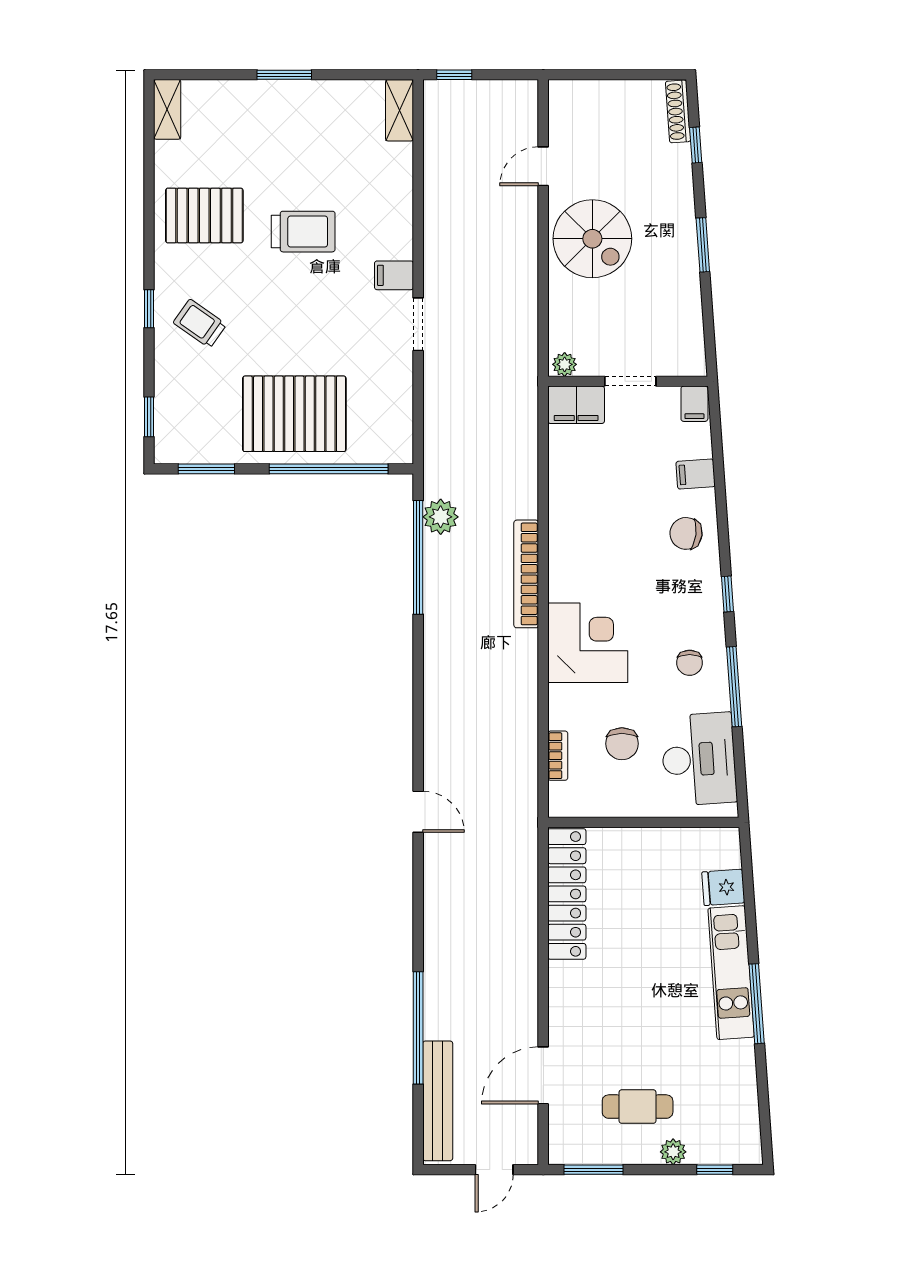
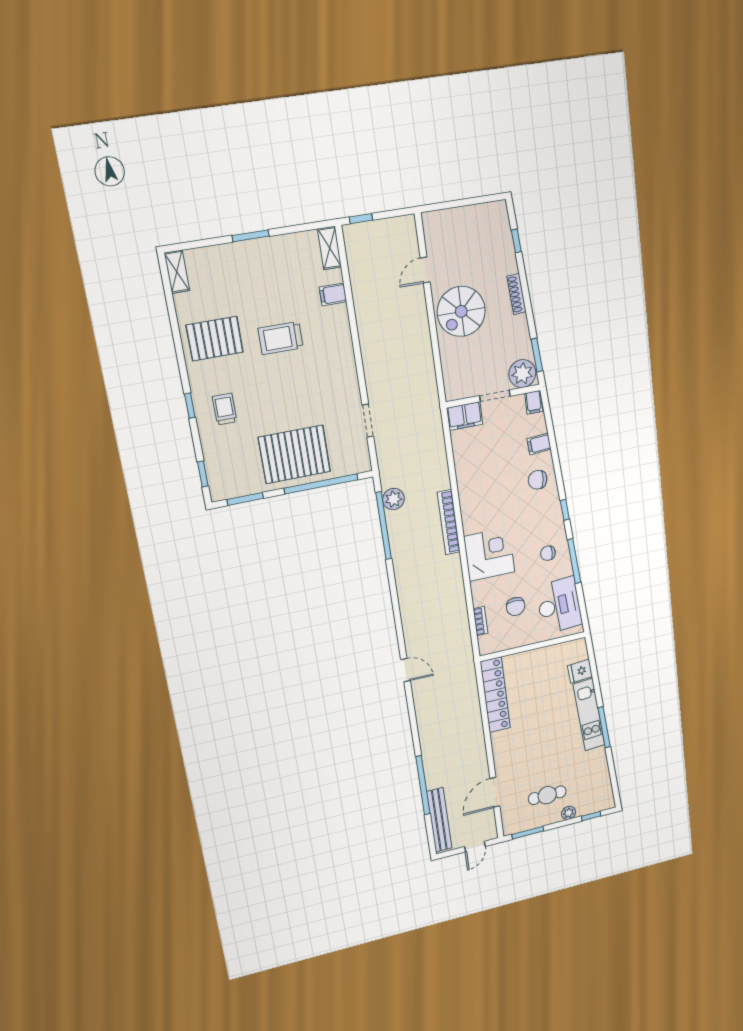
shoe rack: (678, 111) -> (517, 294), moved
trolley: (303, 232) -> (281, 338), turned 180
spiral stairs: (592, 239) -> (461, 311), turned 90
window: (703, 245) -> (537, 355), moved
filing cabinet: (394, 275) -> (333, 294), moved
trolley: (200, 324) -> (225, 409), turned 55
doorway: (418, 324) -> (368, 421), moved
plant: (565, 364) -> (522, 374), moved, width x1.88, depth x1.88
chair: (690, 663) -> (548, 553), turned 90

